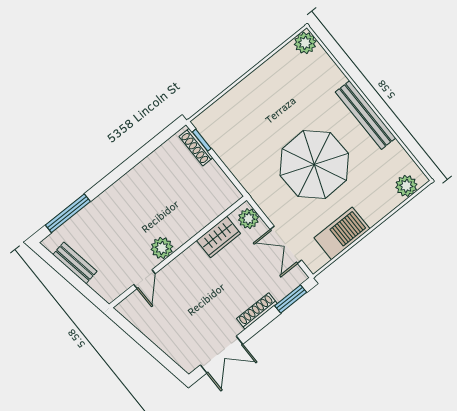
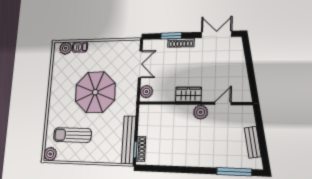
sun lounger: (297, 90) -> (72, 135), added
bench: (366, 115) -> (129, 140), moved
barbecue: (342, 233) -> (80, 47), moved, width x0.53, depth x0.65
wardrobe: (219, 237) -> (188, 94), moved
window: (291, 299) -> (171, 36), moved

